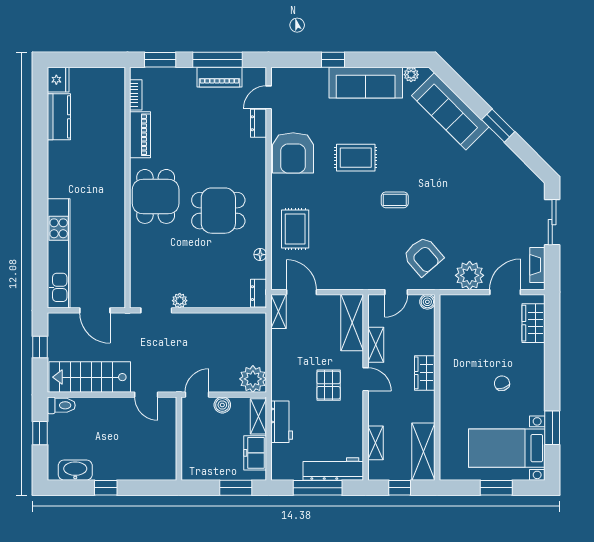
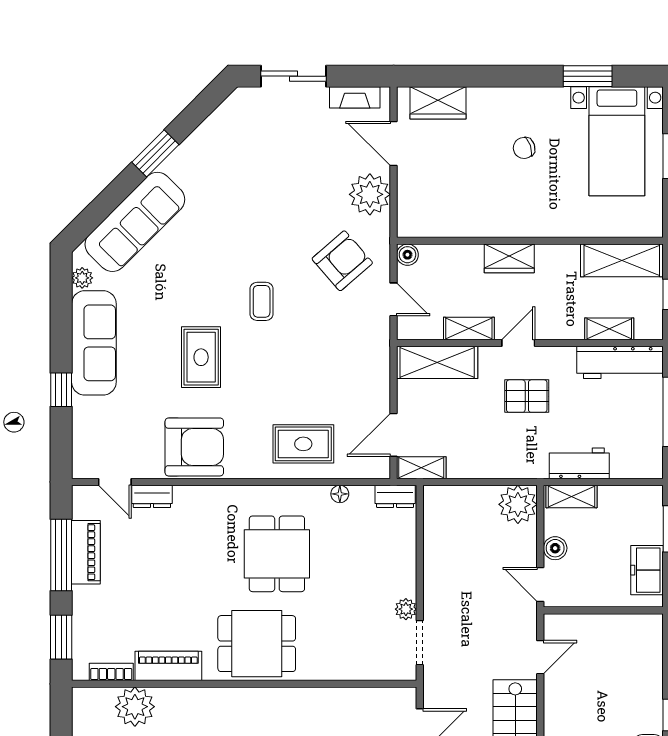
plant: (112, 111) -> (135, 707), added
freezer: (255, 453) -> (647, 570), moved, turned 90
workbench: (333, 469) -> (620, 362), moved, turned -90

